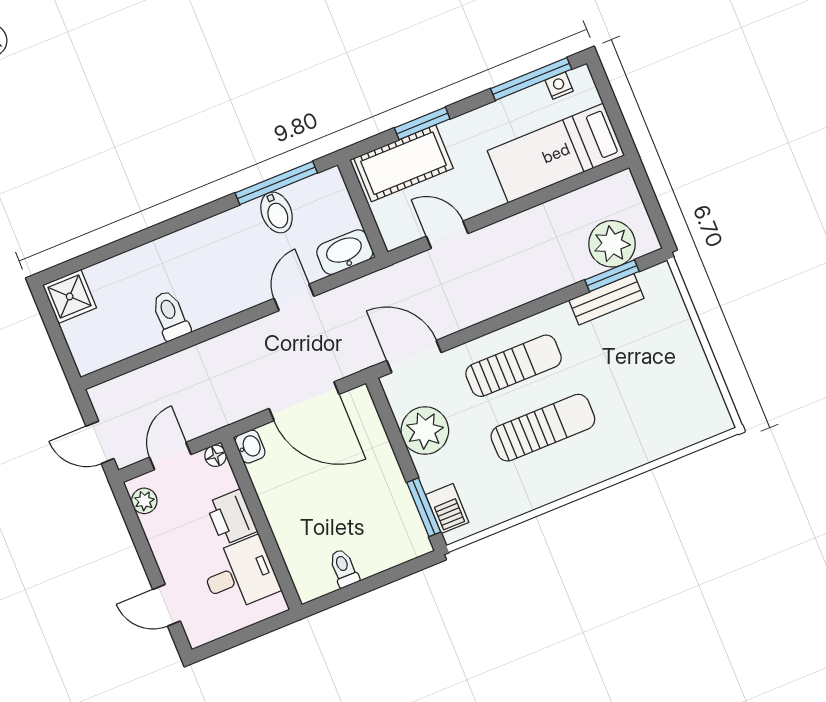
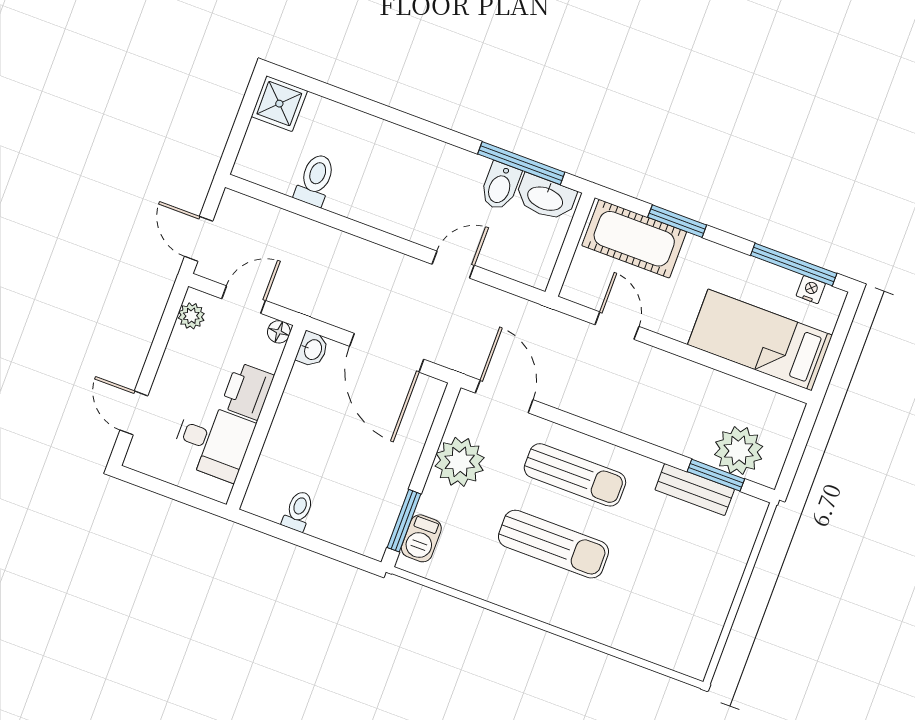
washbasin: (345, 252) -> (545, 198), moved, turned 180
toilet: (170, 315) -> (315, 180), moved

